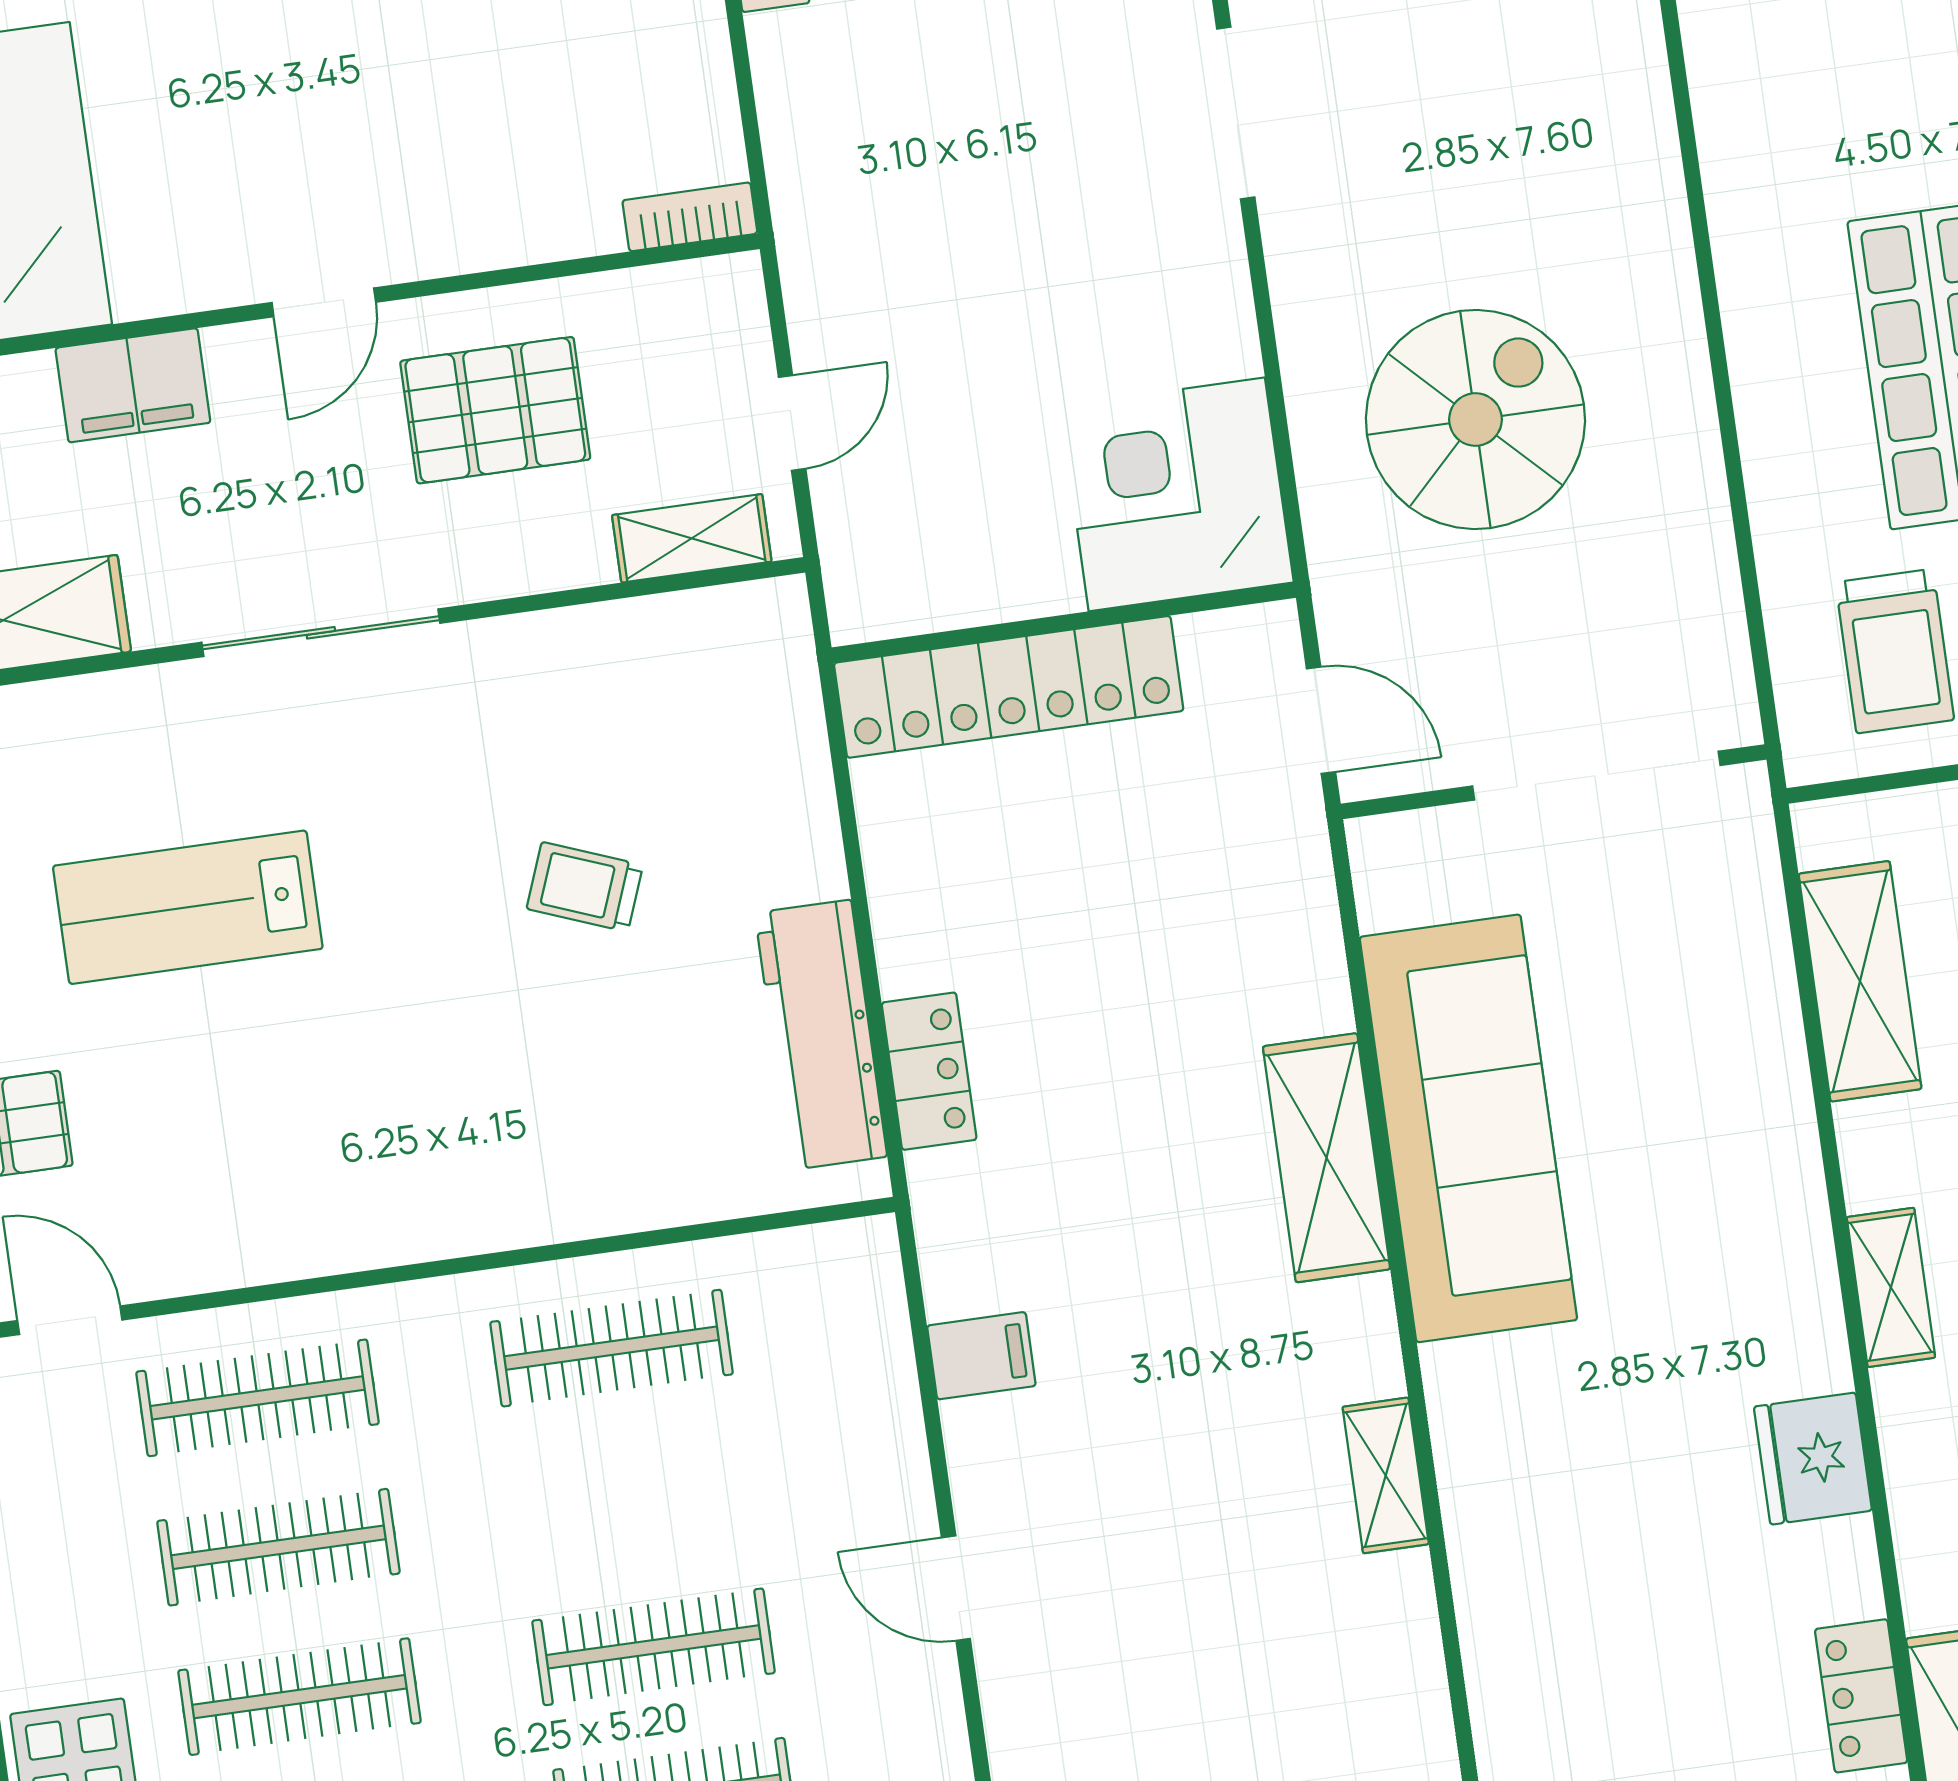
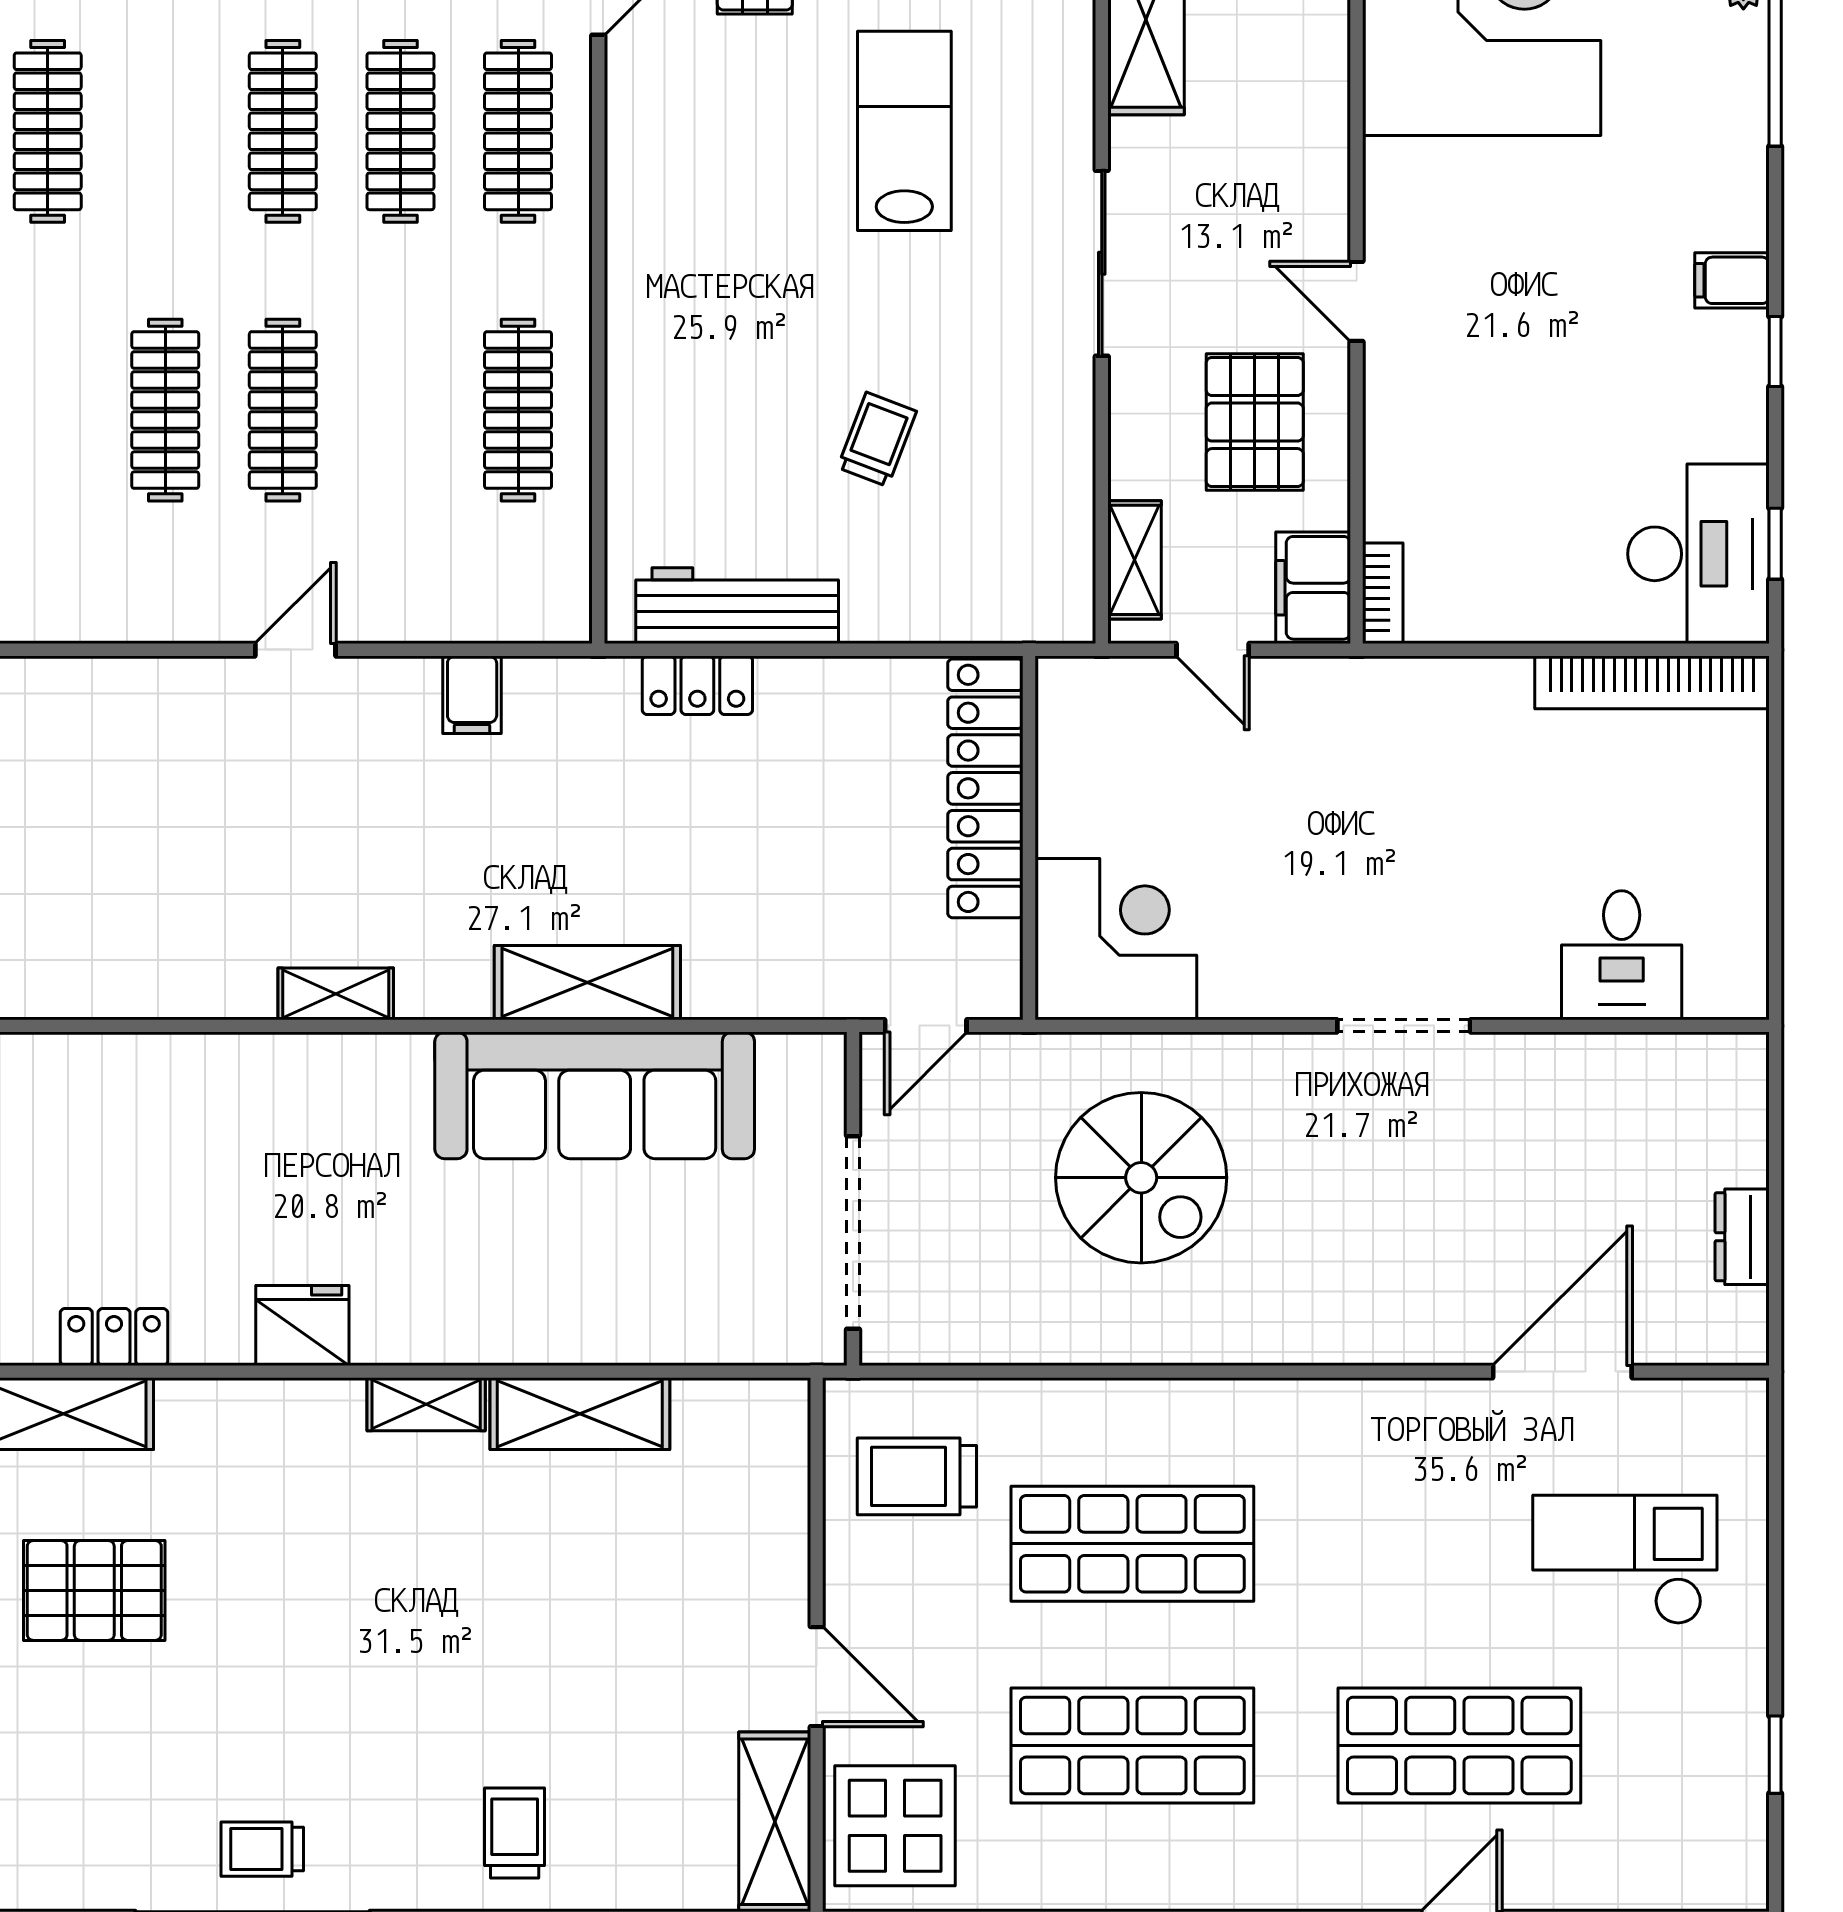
filing cabinet: (133, 385) -> (1313, 588), moved
shelving: (1860, 981) -> (580, 1414), moved

